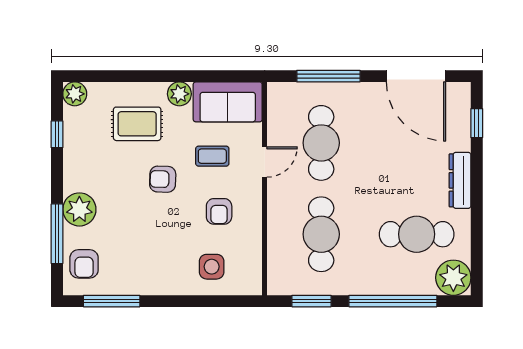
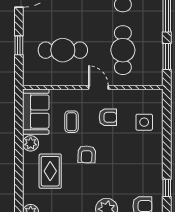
window: (328, 76) -> (19, 45), width x0.46
door: (265, 162) -> (98, 87), moved
cafe table: (321, 234) -> (123, 50), turned 90
window: (112, 301) -> (167, 188), width x0.46

